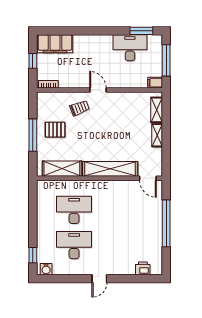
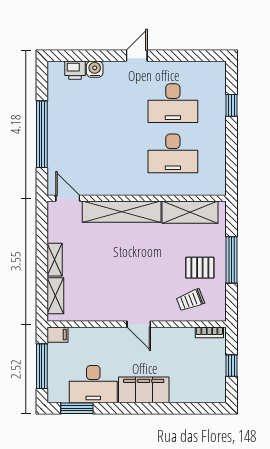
filing cabinet: (55, 44) -> (144, 390), moved
trolley: (80, 108) -> (190, 300), moved
window: (33, 255) -> (232, 105), moved
water cooler: (46, 269) -> (95, 69), moved

